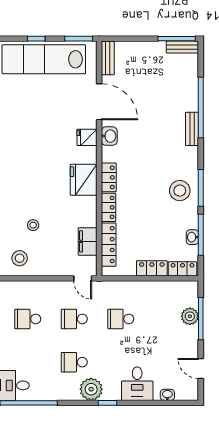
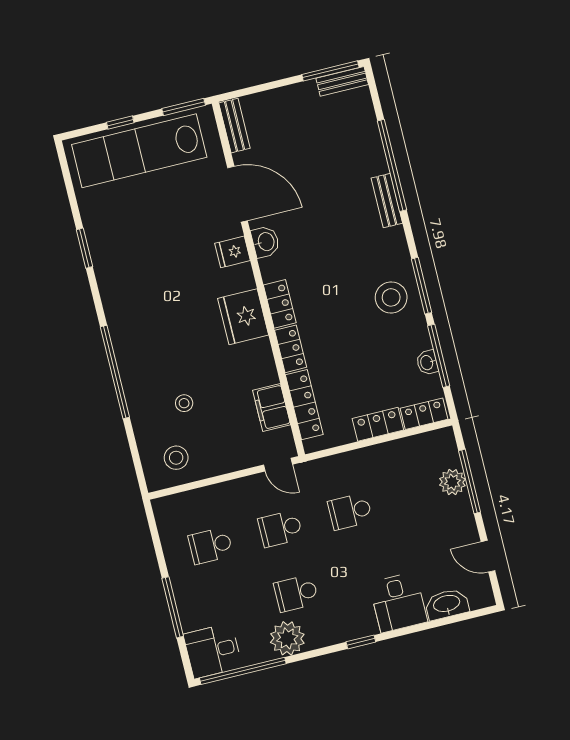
plant: (91, 389) -> (287, 638), moved
washbasin: (167, 395) -> (447, 604), width x1.91, depth x1.45

